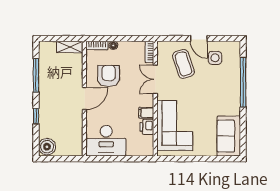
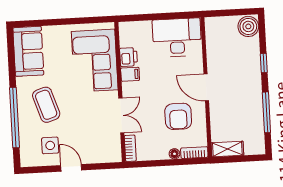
coffee table: (183, 64) -> (46, 105), moved
door: (84, 98) -> (206, 87), hinge flipped

